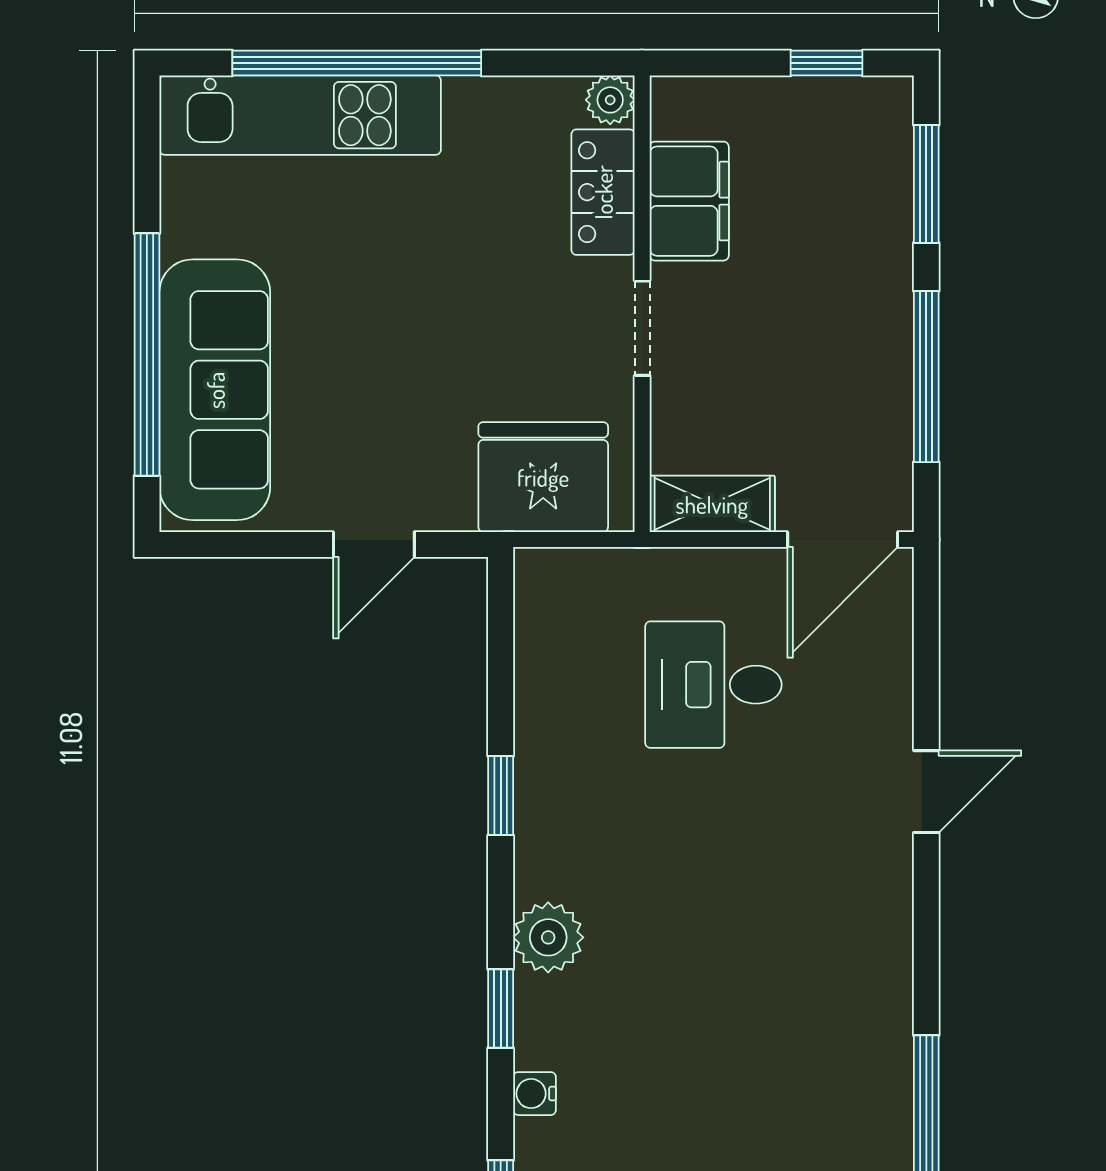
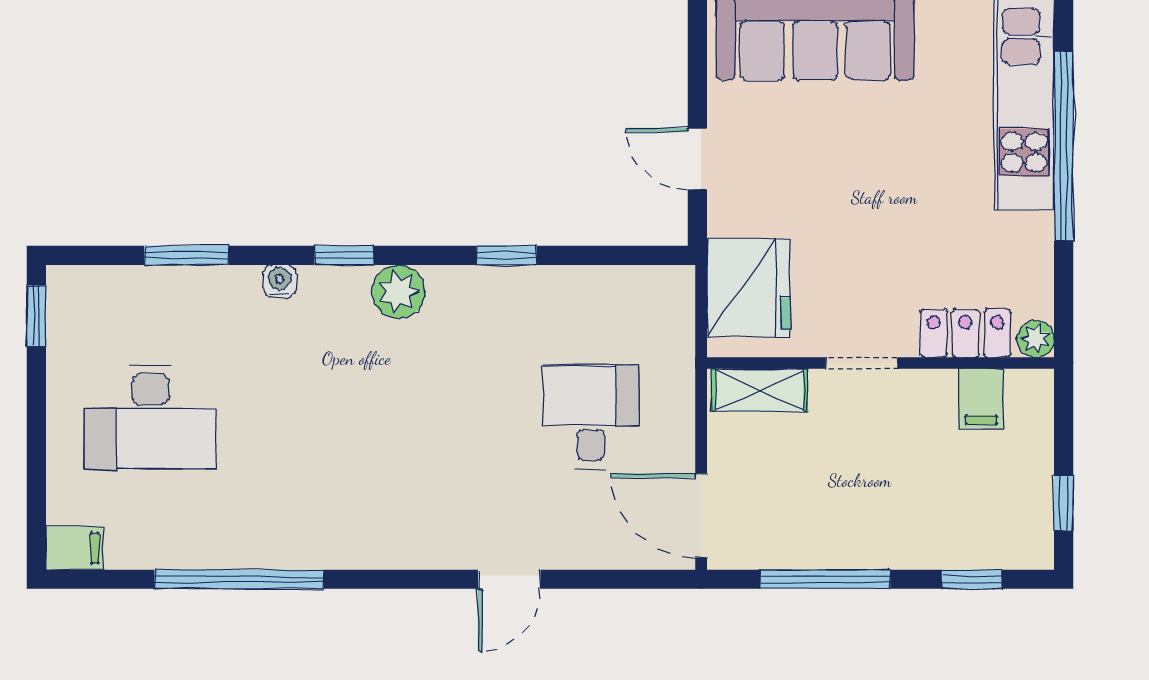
window: (926, 184) -> (972, 579), width x0.67
filing cabinet: (689, 201) -> (981, 399), width x0.50
shelving: (712, 504) -> (760, 390), moved, turned 90
door: (926, 792) -> (509, 579), hinge flipped

